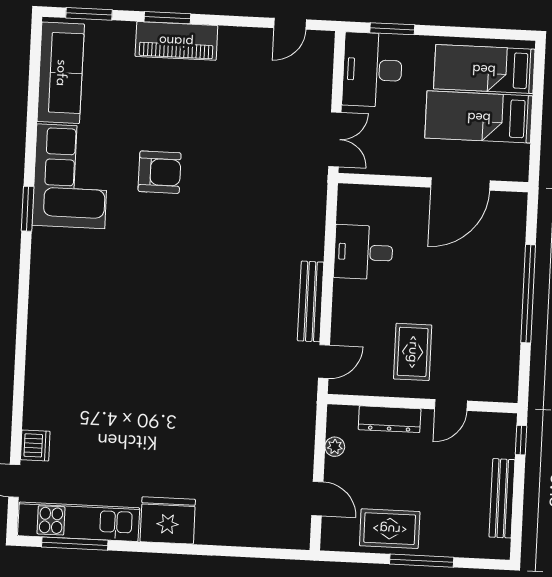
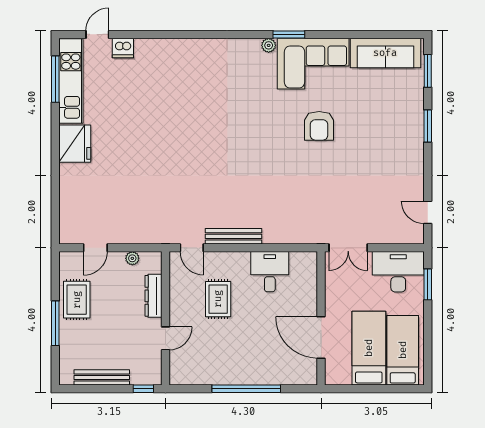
piano: (176, 41) -> (412, 133), removed
plant: (42, 238) -> (269, 45), added
rug: (413, 352) -> (218, 299), moved, turned 90
door: (451, 405) -> (166, 338), swing flipped

